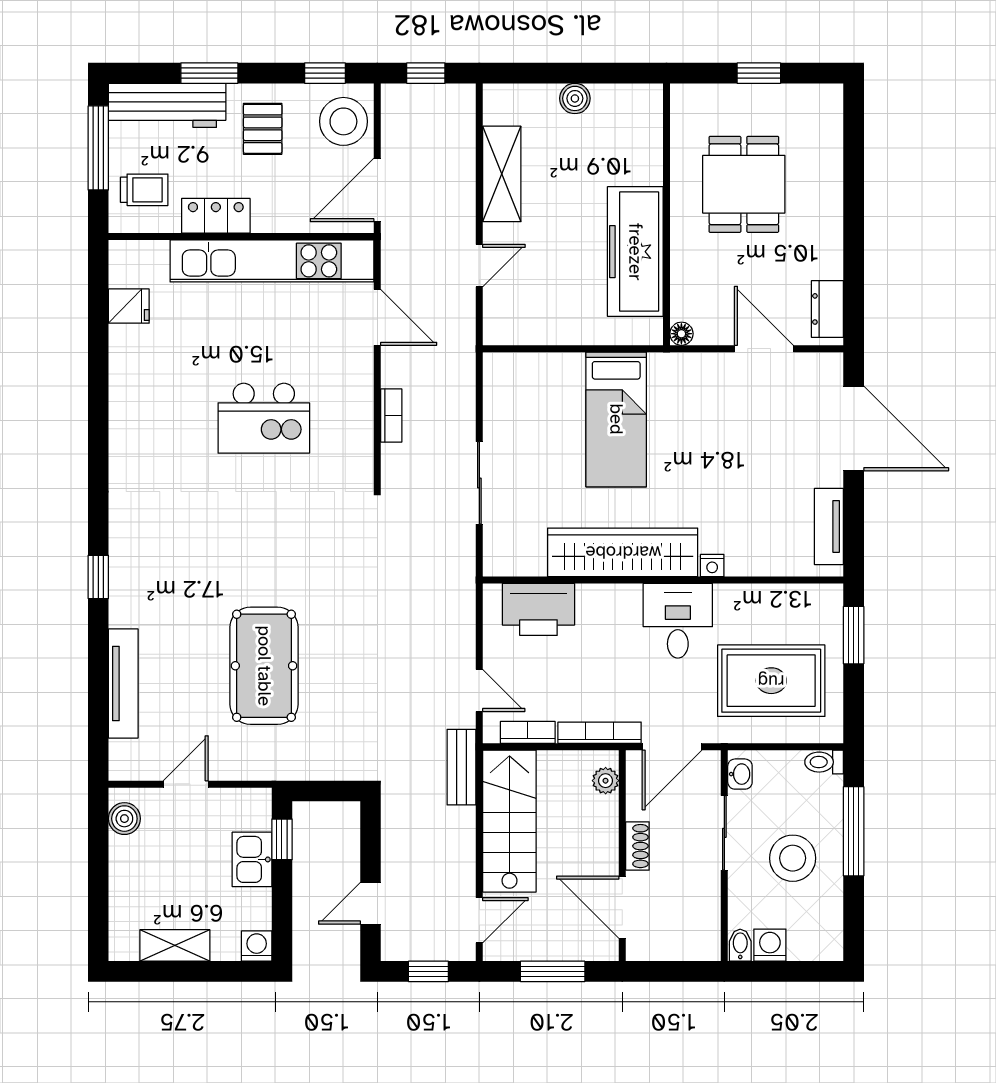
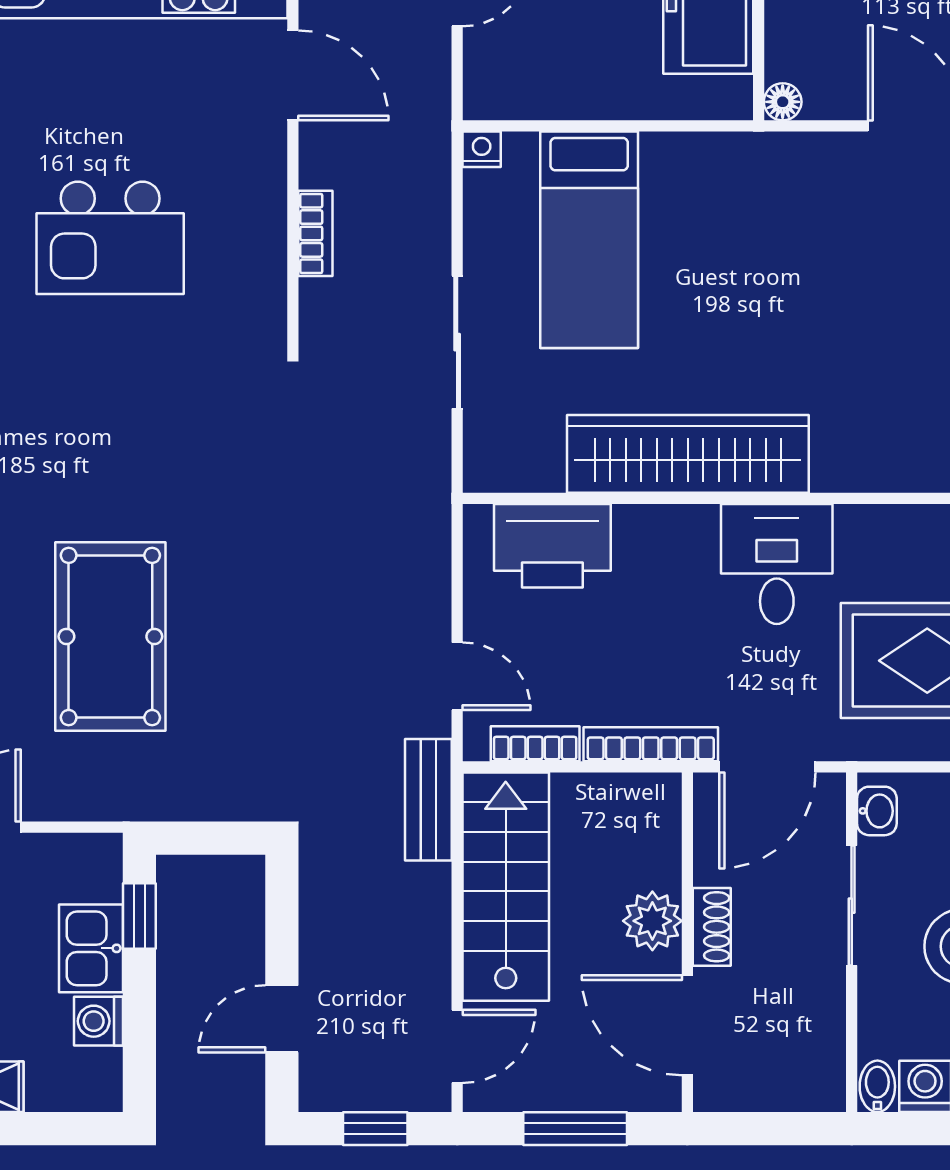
bed: (616, 419) -> (589, 240), moved
nightstand: (712, 566) -> (482, 149), moved, turned 180
plant: (606, 781) -> (652, 921), moved, width x1.38, depth x1.38
washing machine: (257, 946) -> (99, 1021), moved, turned -90

